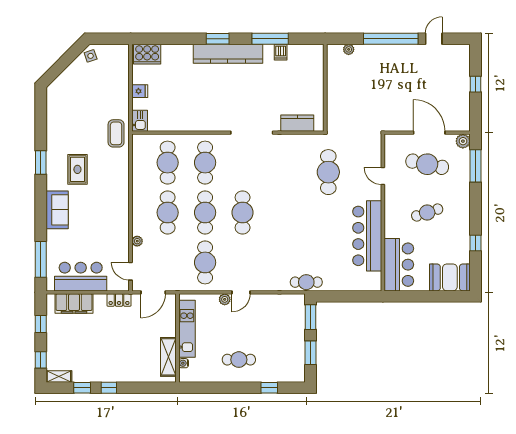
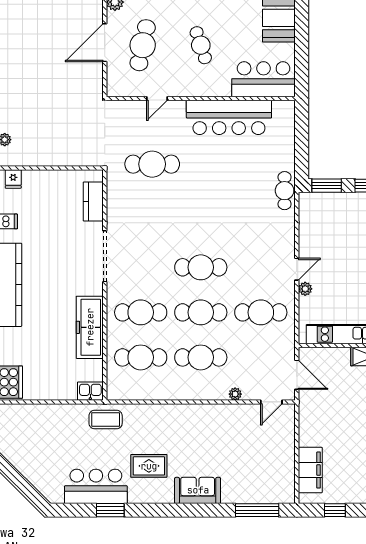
side table: (91, 56) -> (12, 450), removed
fridge: (140, 91) -> (13, 179), moved, turned 180
freezer: (193, 120) -> (90, 327), added
window: (41, 163) -> (110, 510), moved
bar counter: (81, 277) -> (96, 486), moved, turned 90
door: (241, 292) -> (297, 269), hinge flipped
locker: (119, 300) -> (306, 416), removed

